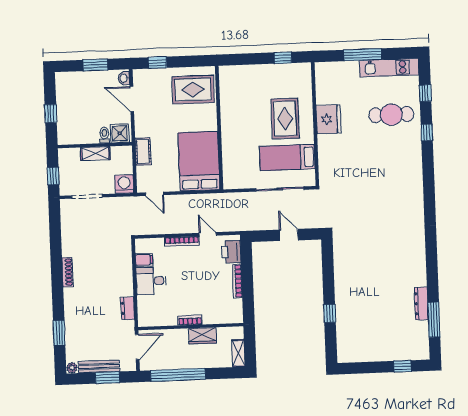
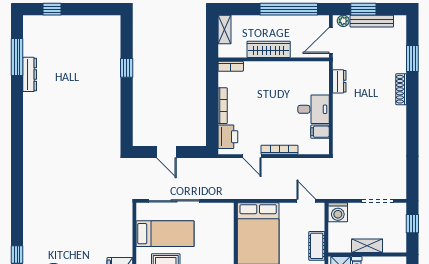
shoe rack: (67, 272) -> (401, 89), moved
bookcase: (190, 320) -> (231, 66), moved
wardrobe: (203, 336) -> (269, 49), width x1.50
plant: (72, 368) -> (343, 21), moved

